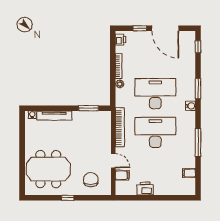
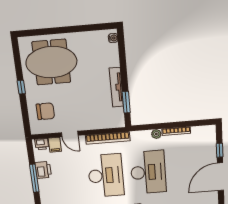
printer: (121, 40) -> (42, 144), moved
tv unit: (54, 116) -> (116, 87), moved
door: (113, 161) -> (70, 134), hinge flipped
meeting table: (48, 169) -> (51, 62), turned 90
window: (153, 198) -> (34, 178), added

